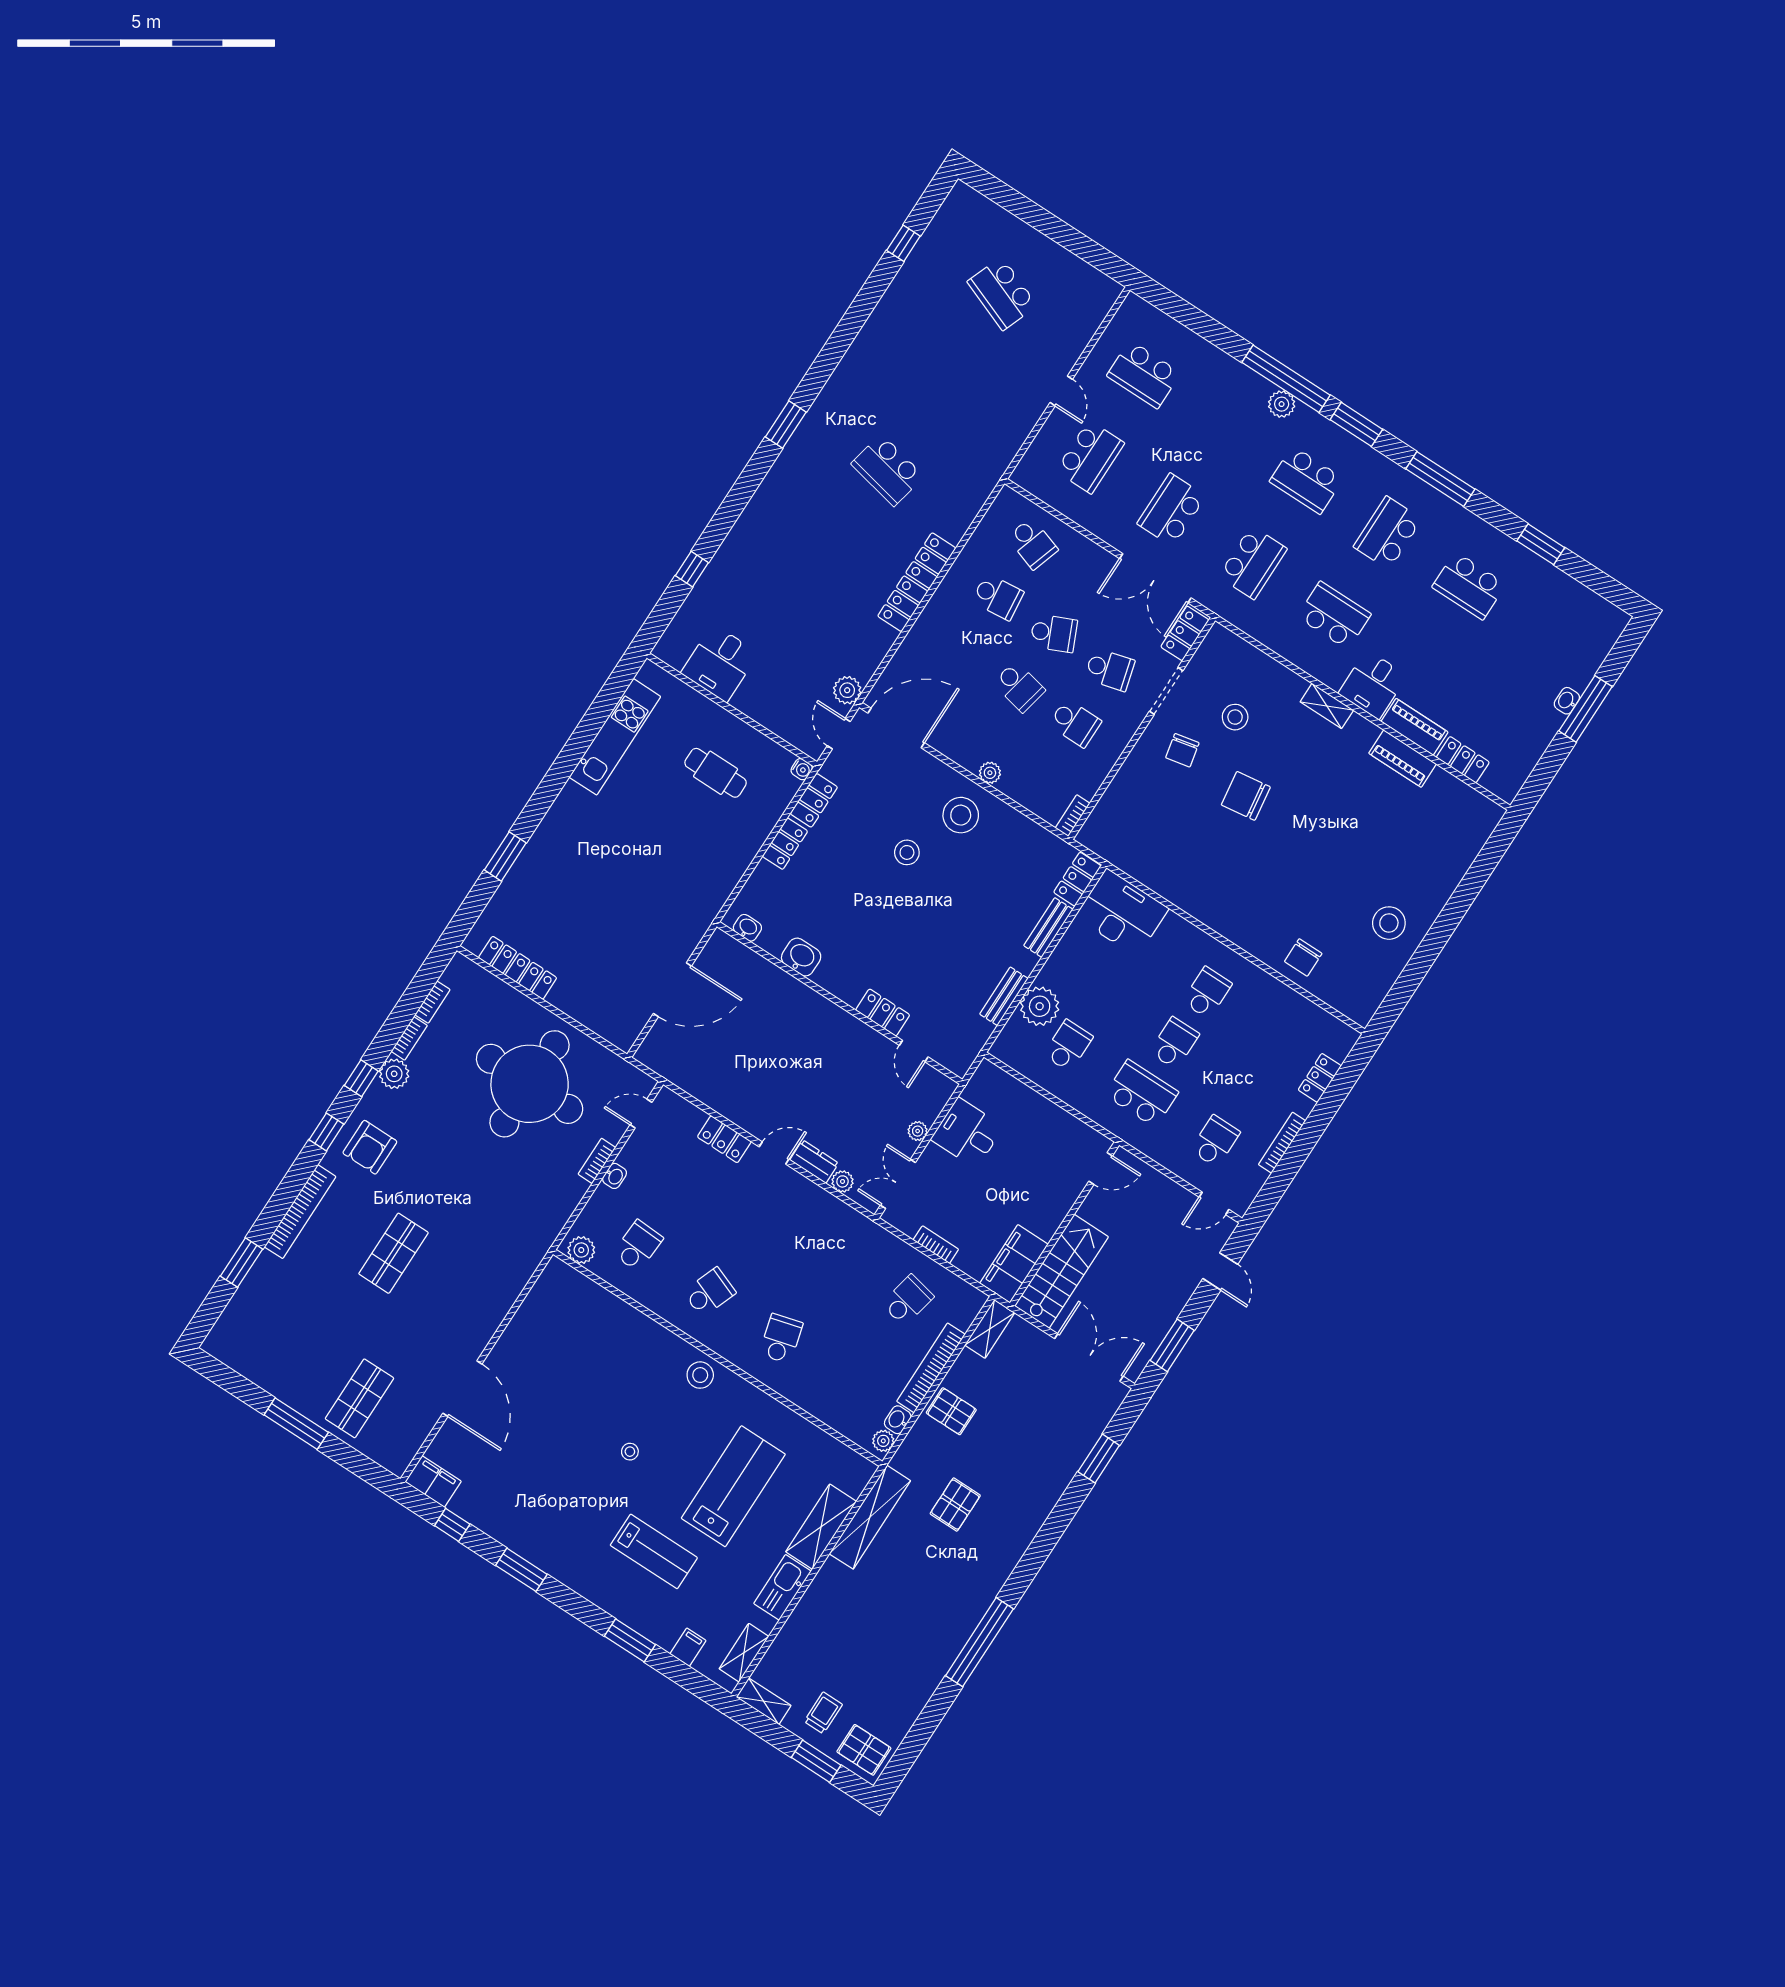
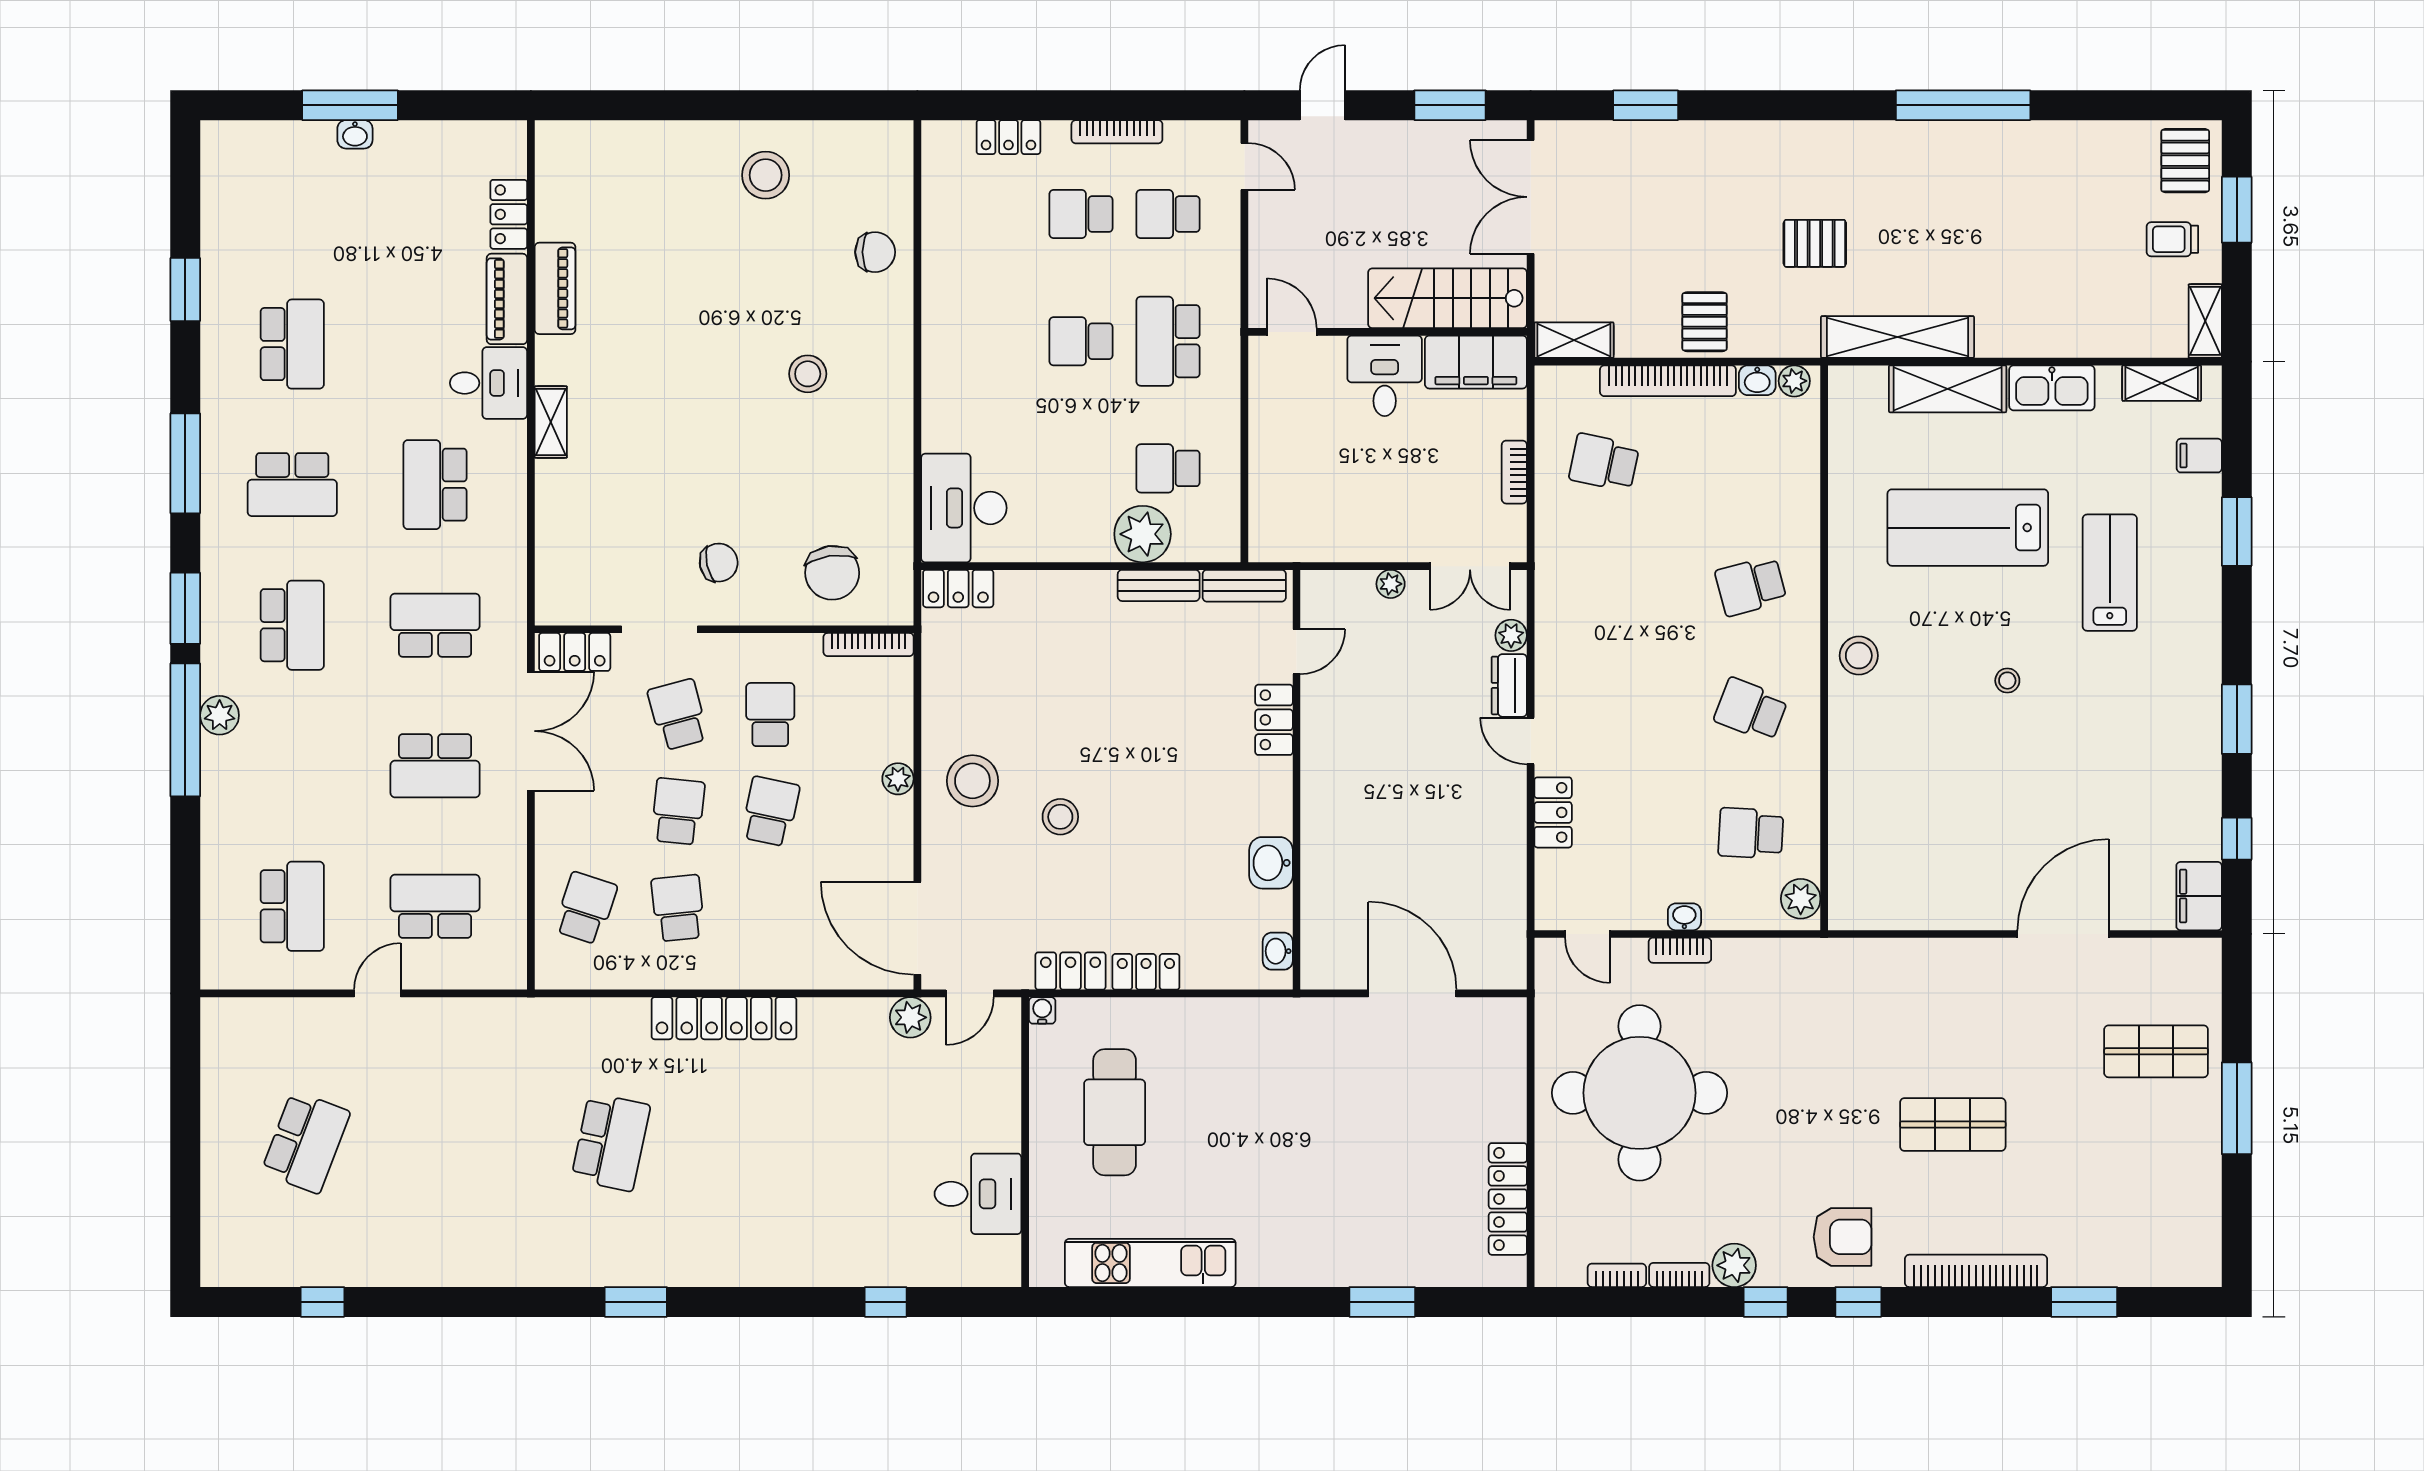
school desk: (1054, 633) -> (678, 811), turned 30
stool: (1235, 717) -> (808, 374), moved
cafe table: (716, 773) -> (1115, 1112), width x1.37, depth x1.35
chair: (1246, 796) -> (832, 573), moved
bookcase: (1073, 816) -> (868, 645), width x1.56
bench: (1048, 927) -> (1244, 586), moved
school desk: (1207, 993) -> (1081, 214), moved
desk: (967, 1133) -> (1385, 376), moved, turned 180

